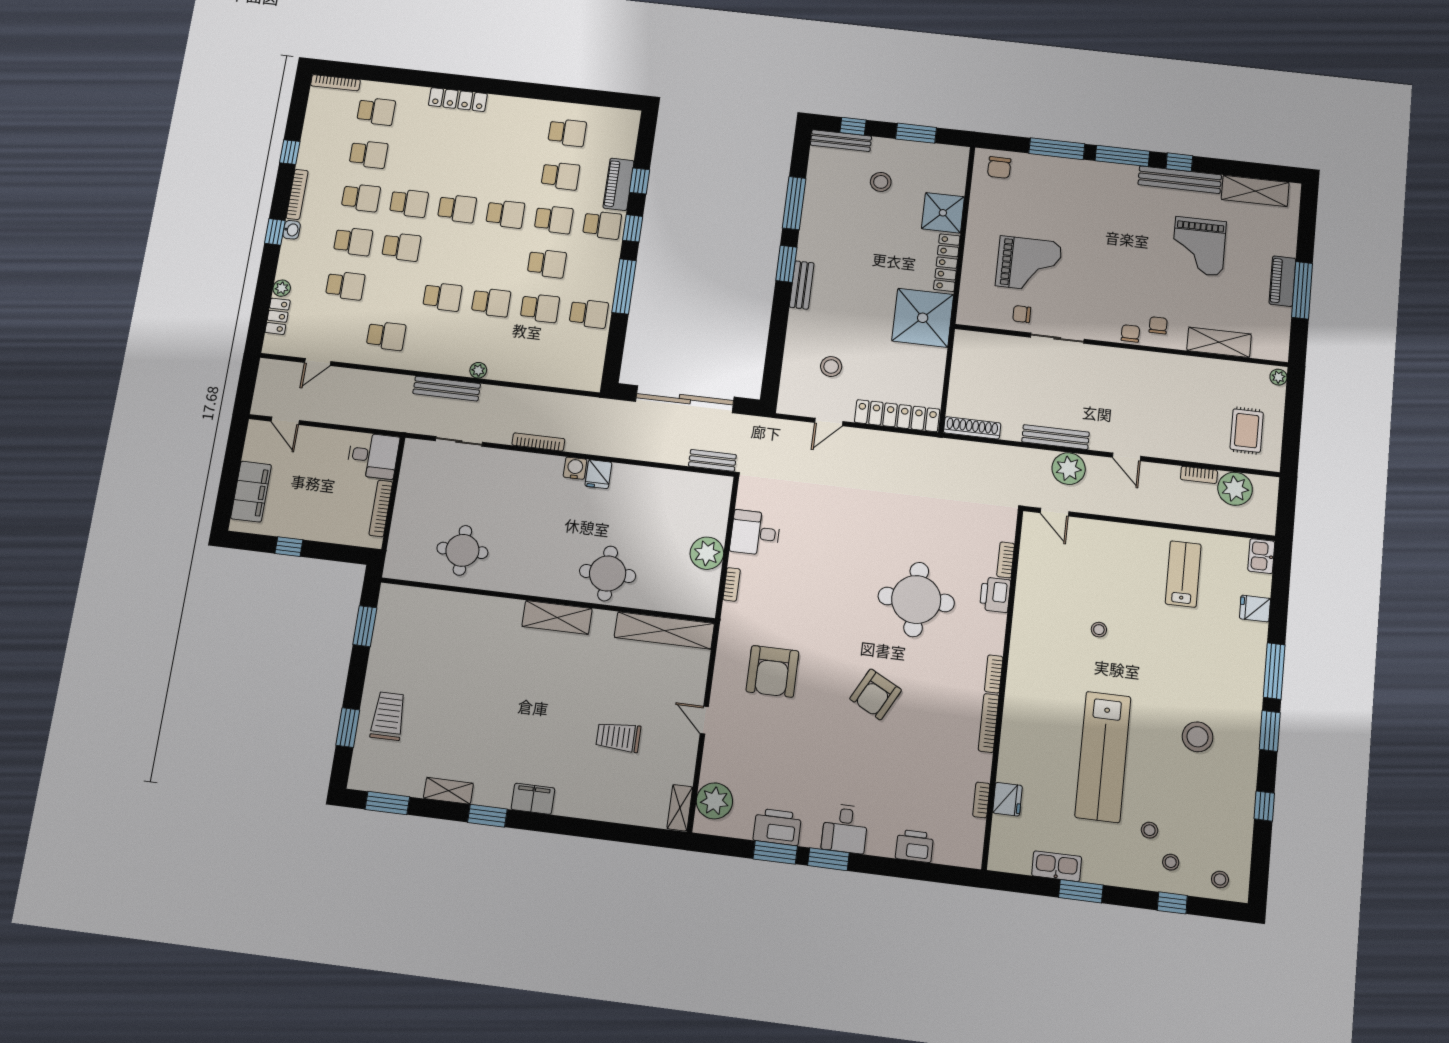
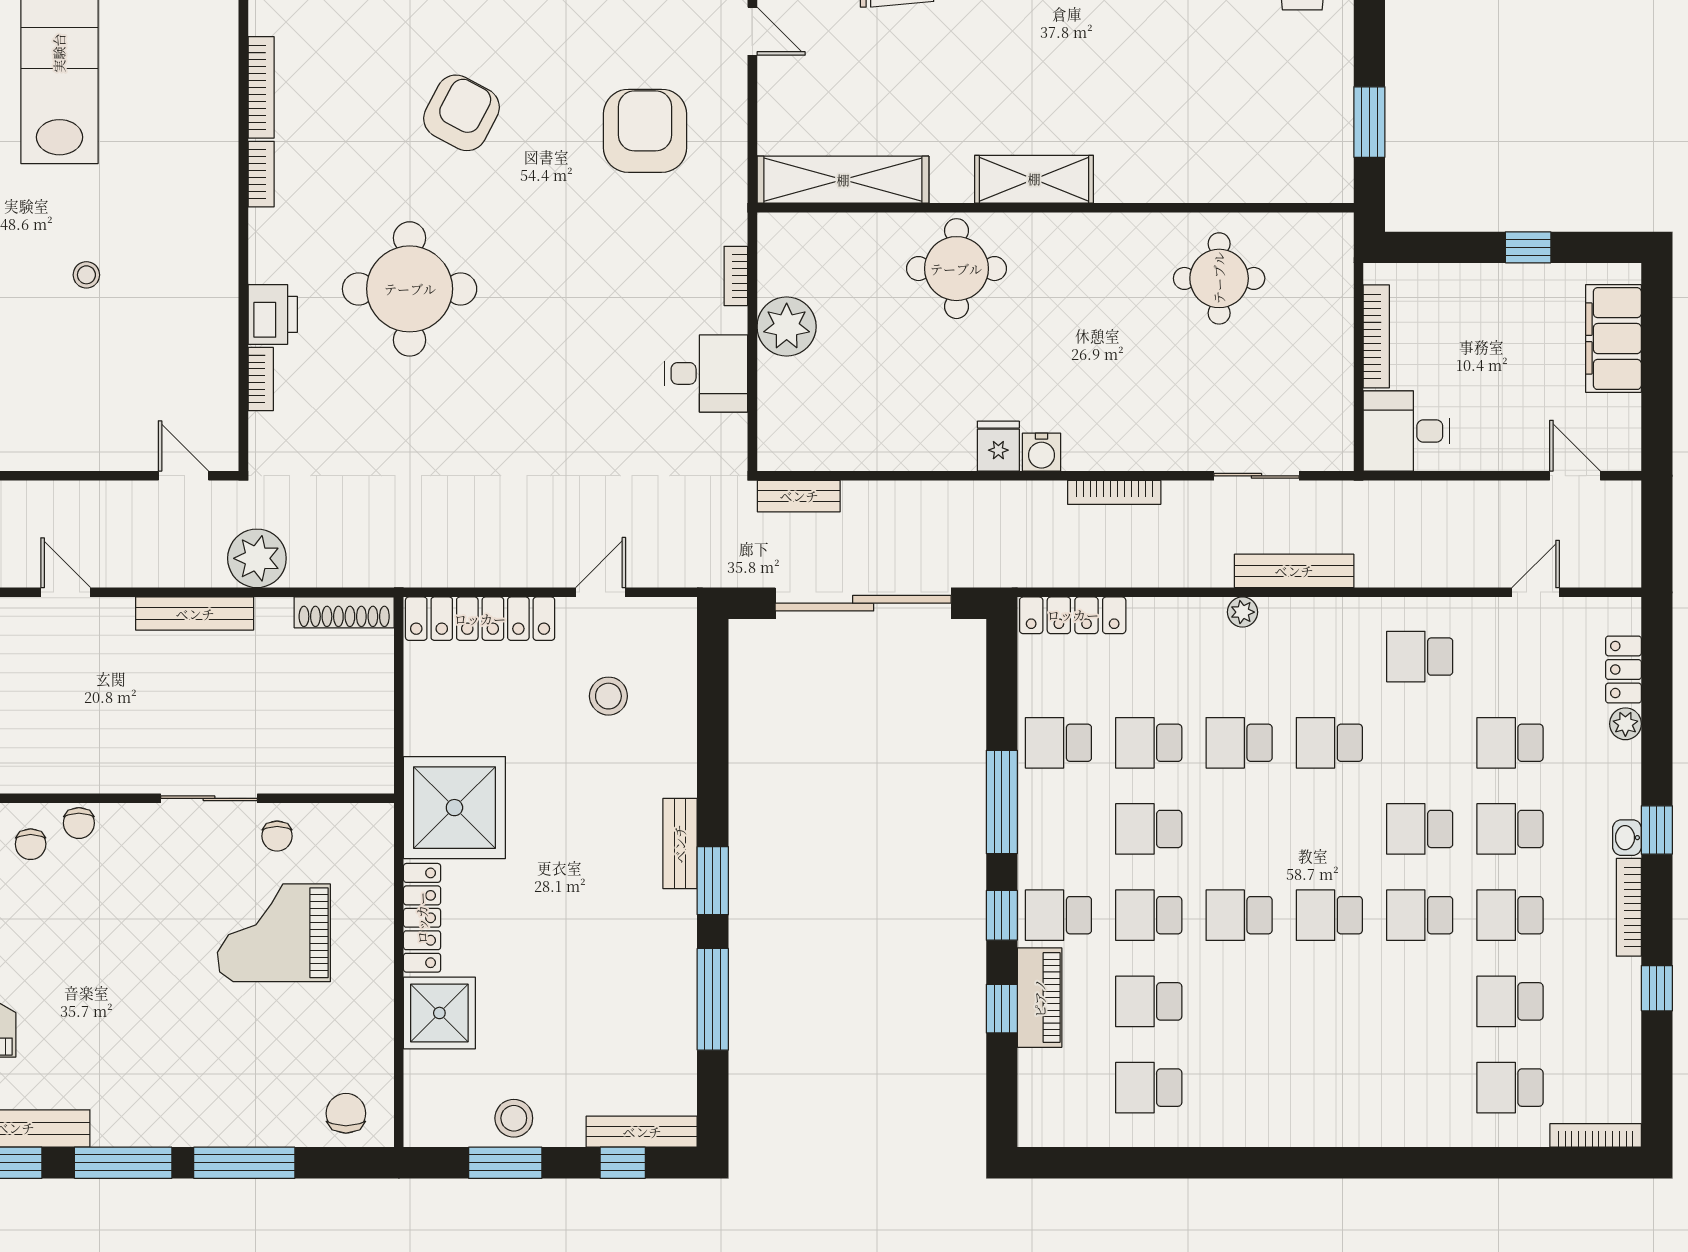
locker: (458, 100) -> (1073, 615), moved, turned 180
stool: (881, 182) -> (514, 1118), moved
chair: (1022, 314) -> (277, 836), turned 90
plant: (1069, 469) -> (257, 558), moved

